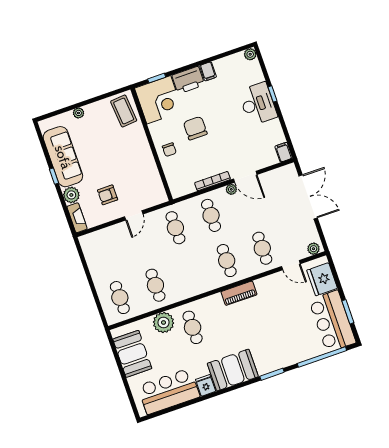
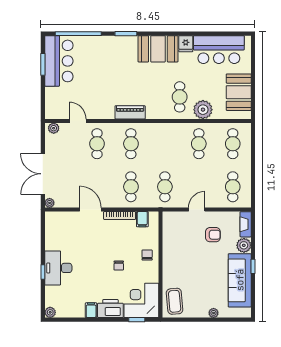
chair: (195, 128) -> (119, 266), width x0.54, depth x0.54
filing cabinet: (284, 152) -> (142, 219), moved
plant: (231, 189) -> (50, 203), moved
cafe table: (104, 252) -> (233, 187), added
fridge: (322, 279) -> (55, 100), removed

